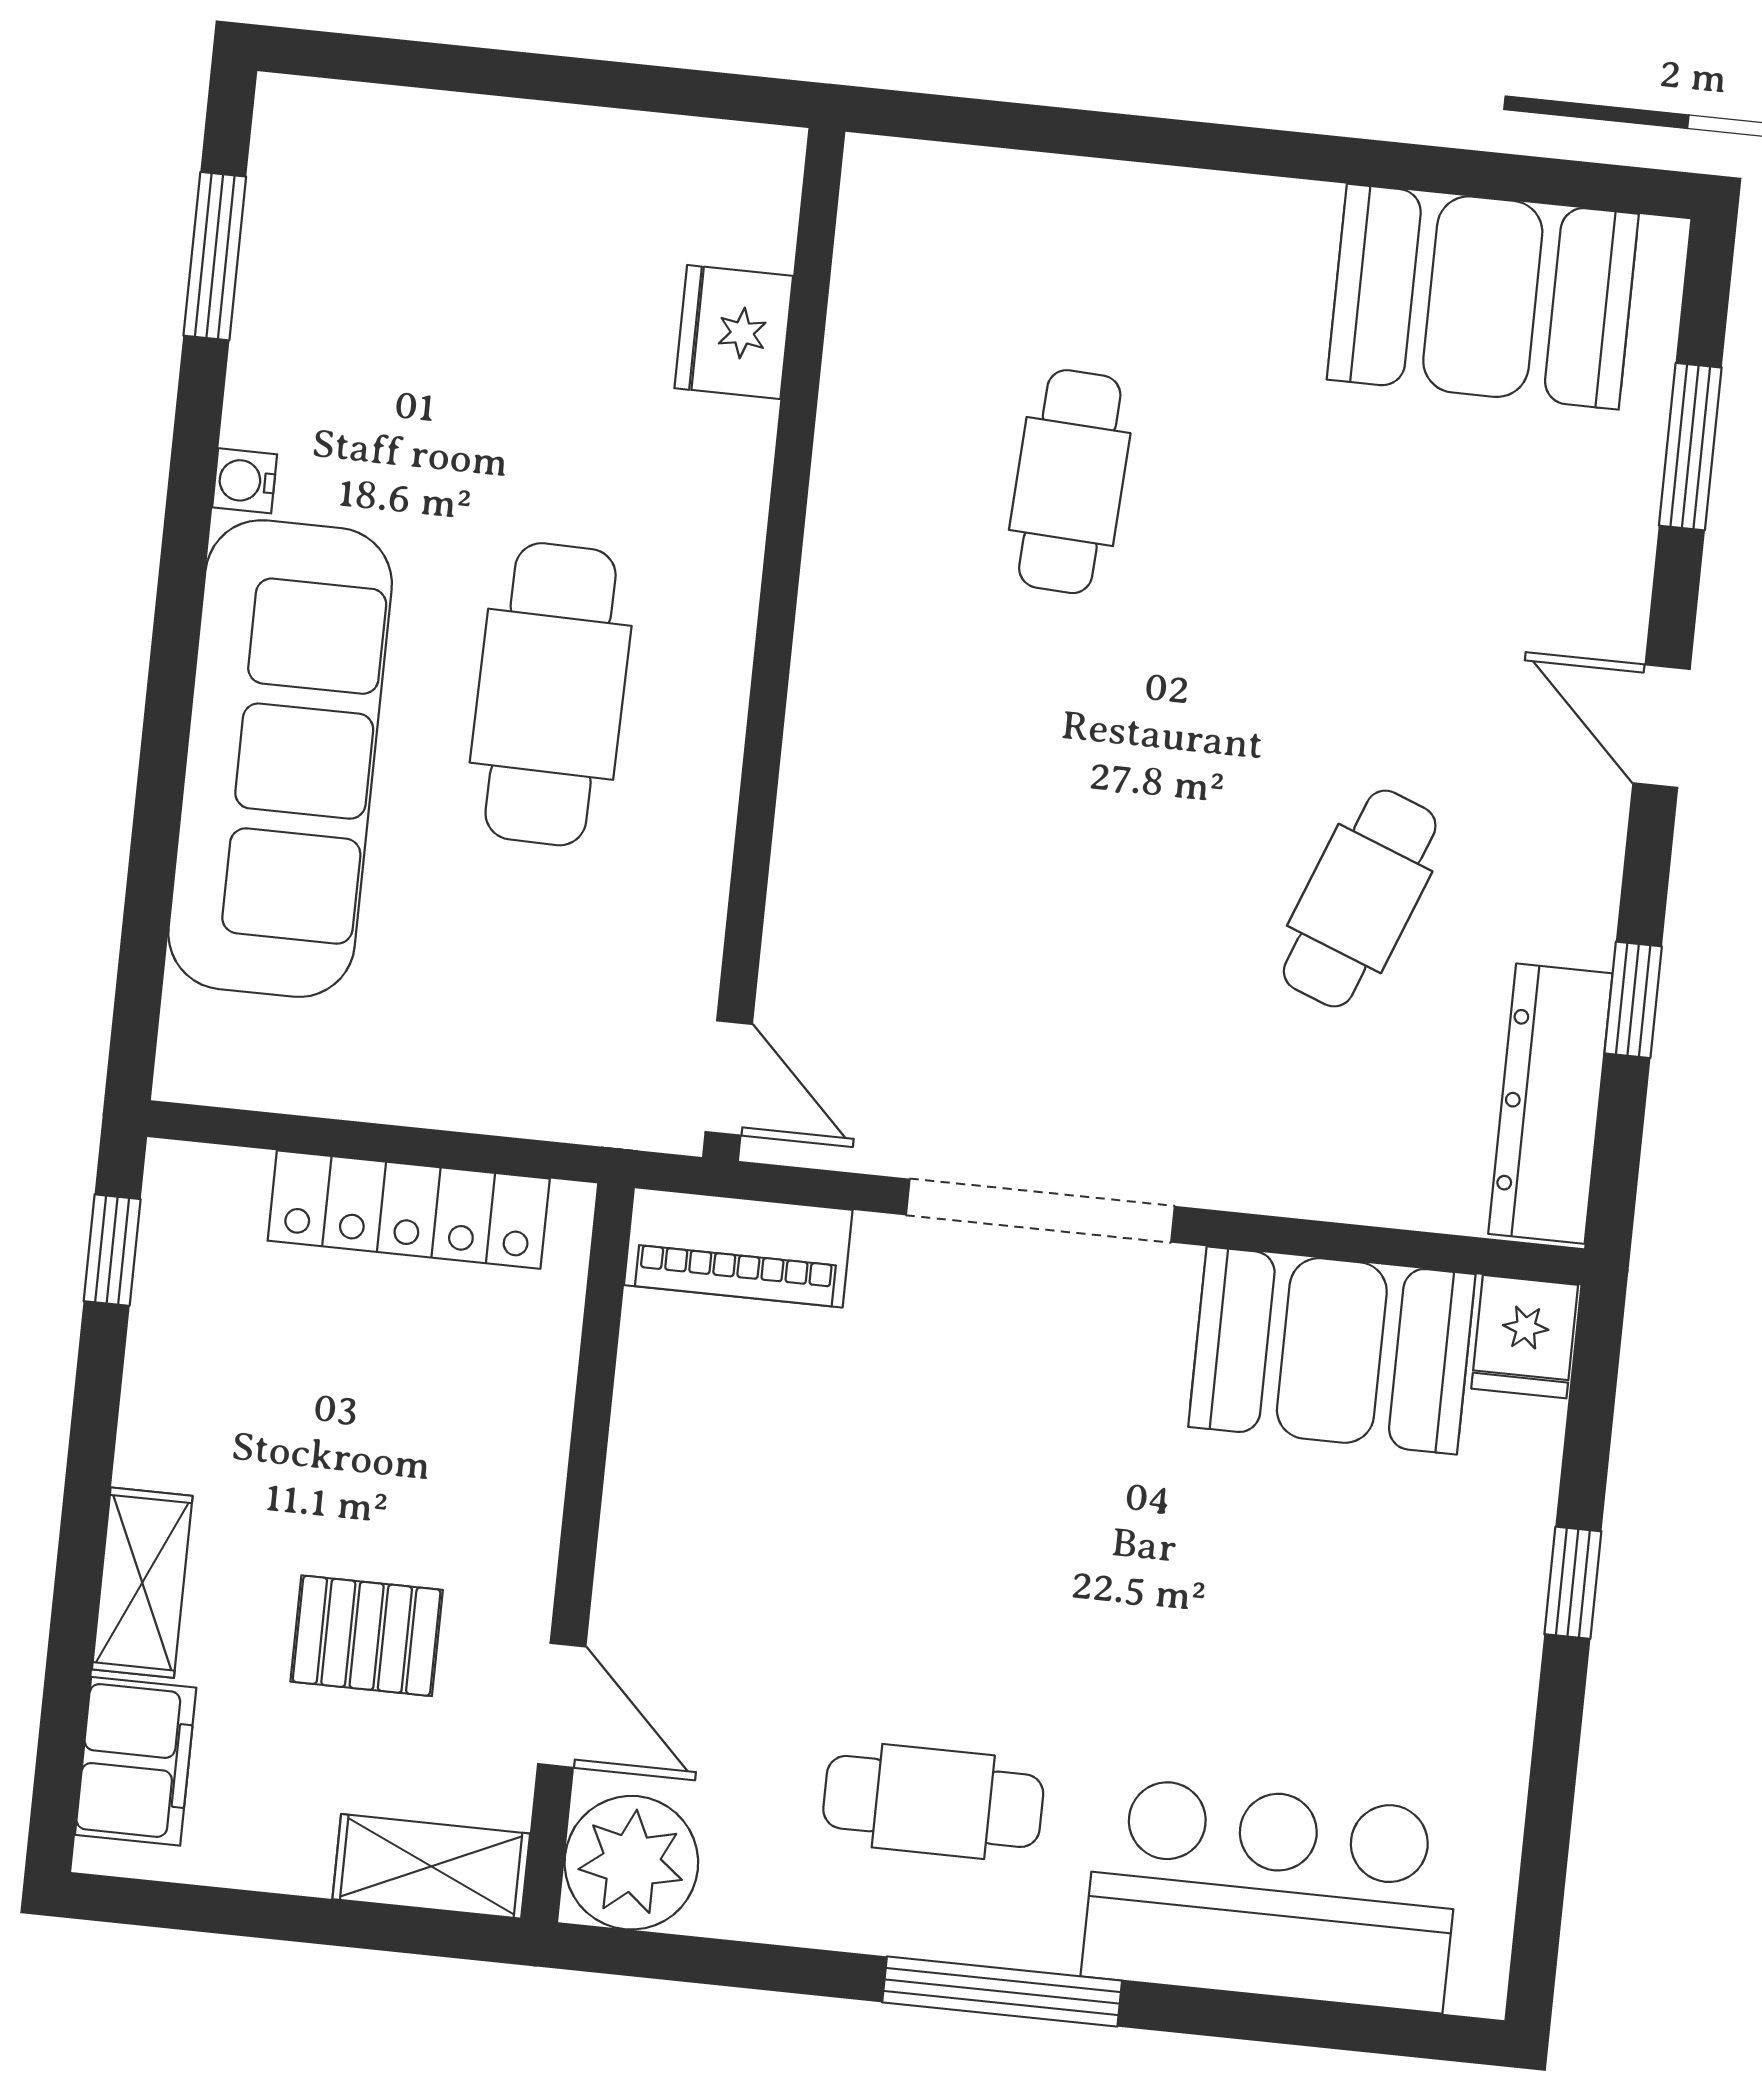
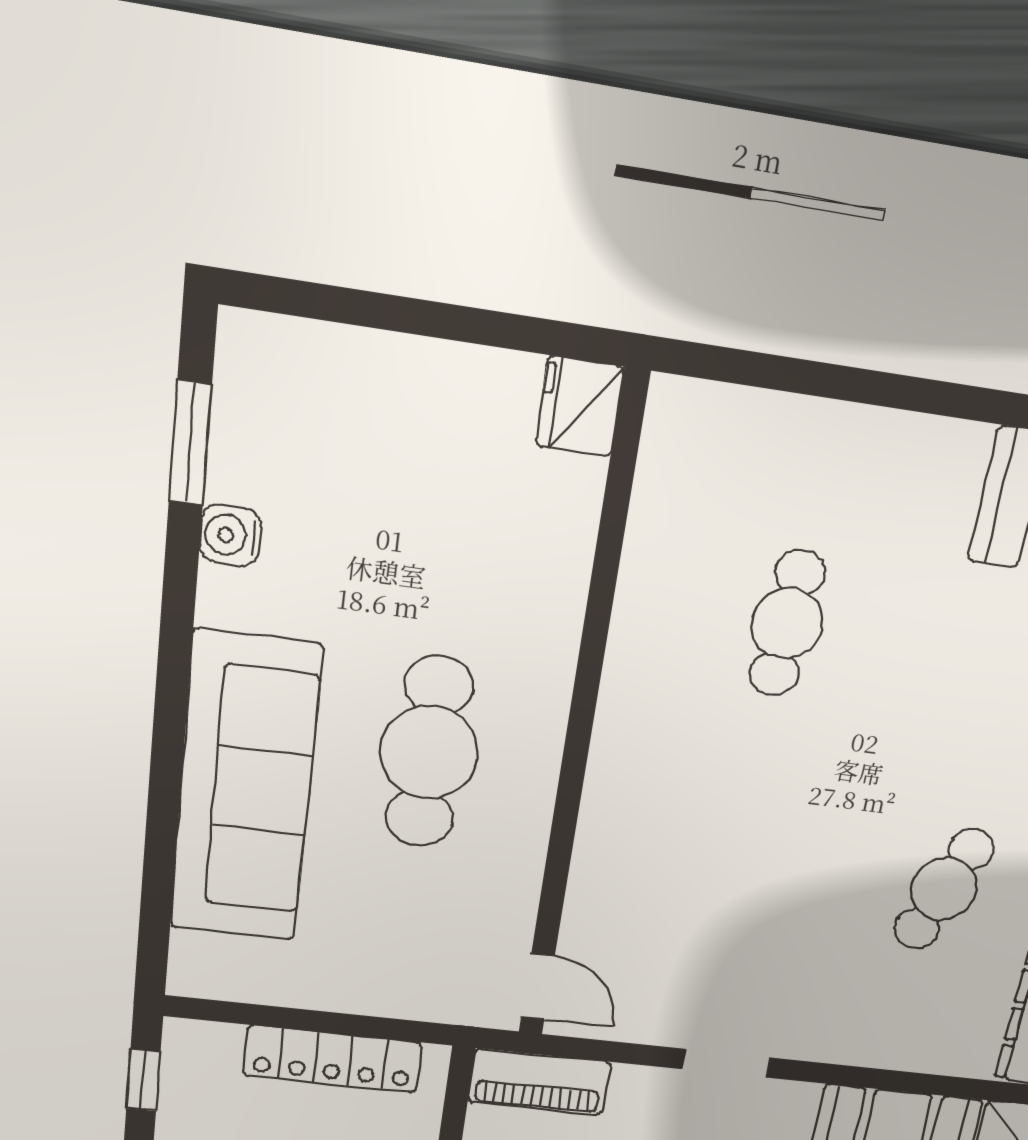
fridge: (734, 332) -> (580, 406), moved
water cooler: (245, 481) -> (230, 535), moved, width x1.38, depth x1.38
doorway: (1040, 1211) -> (726, 1063), width x0.53

